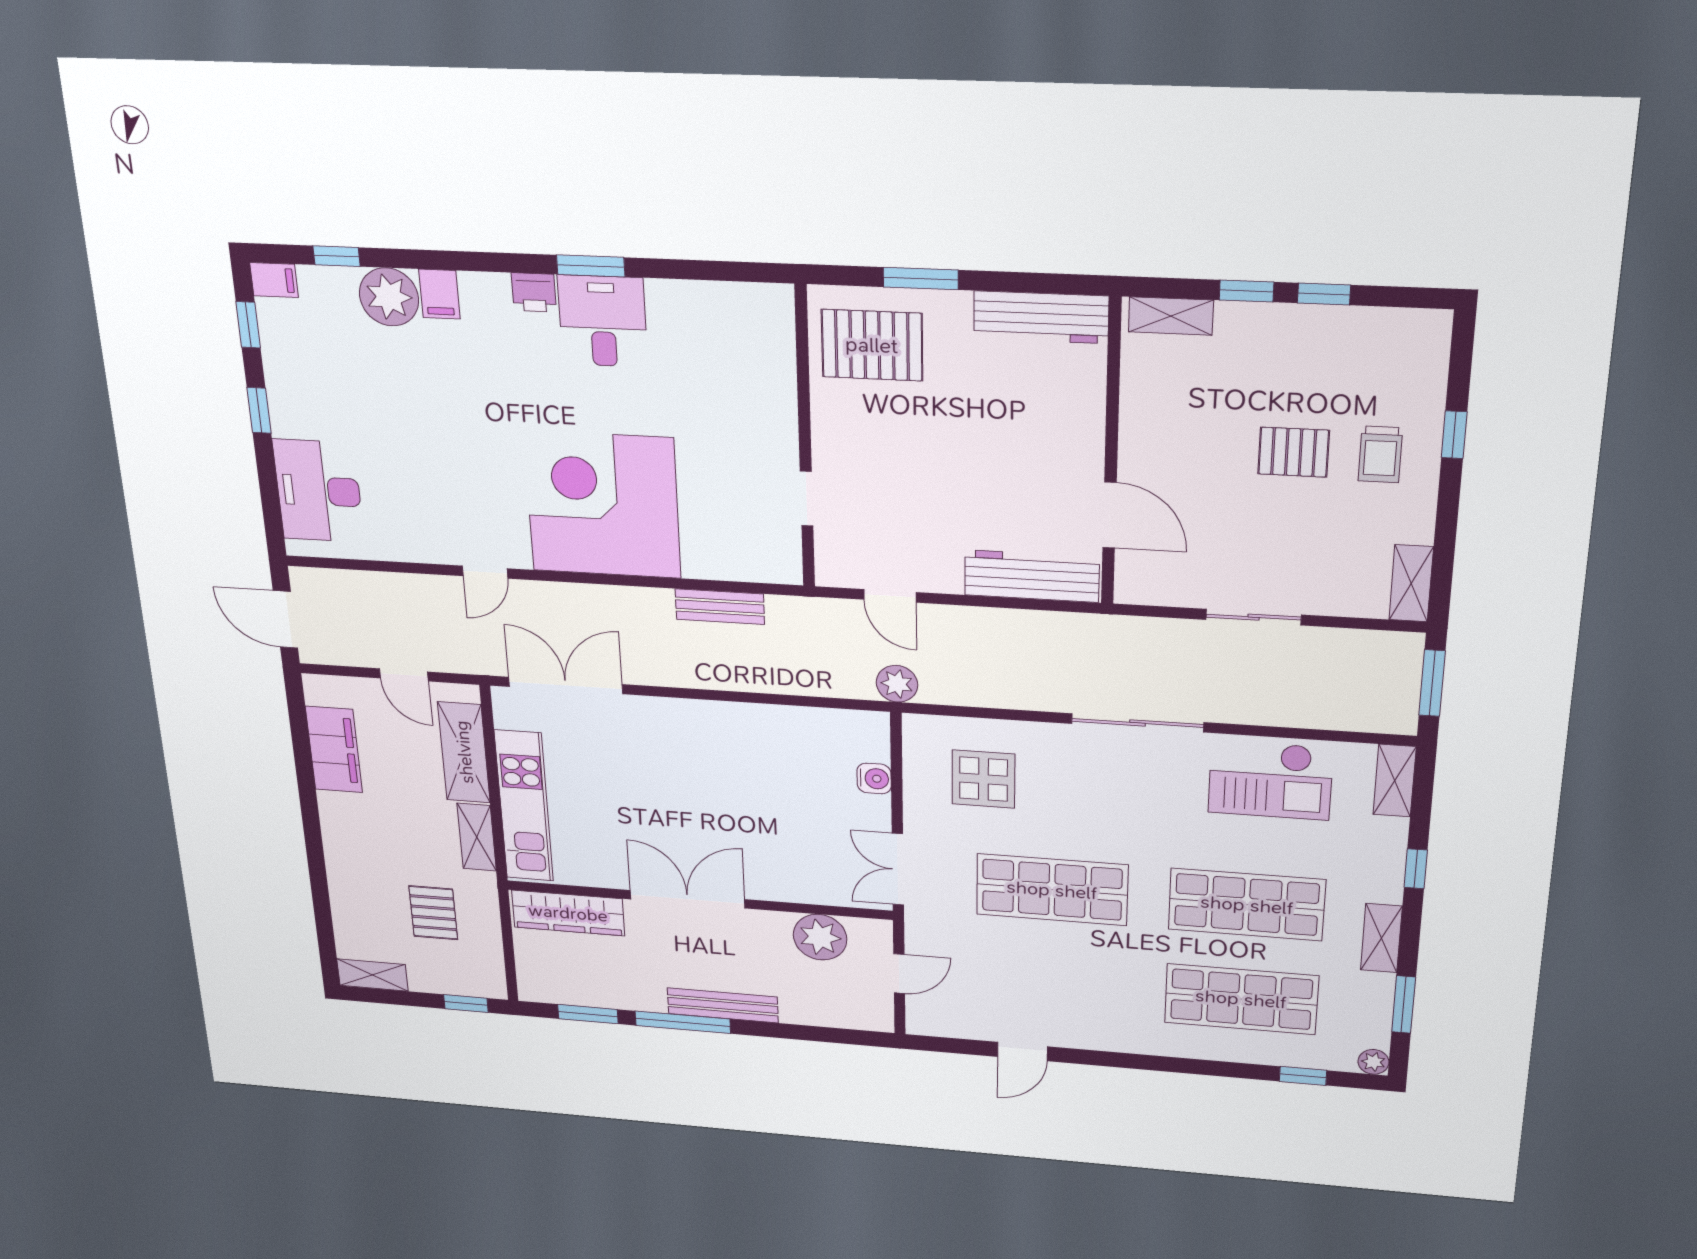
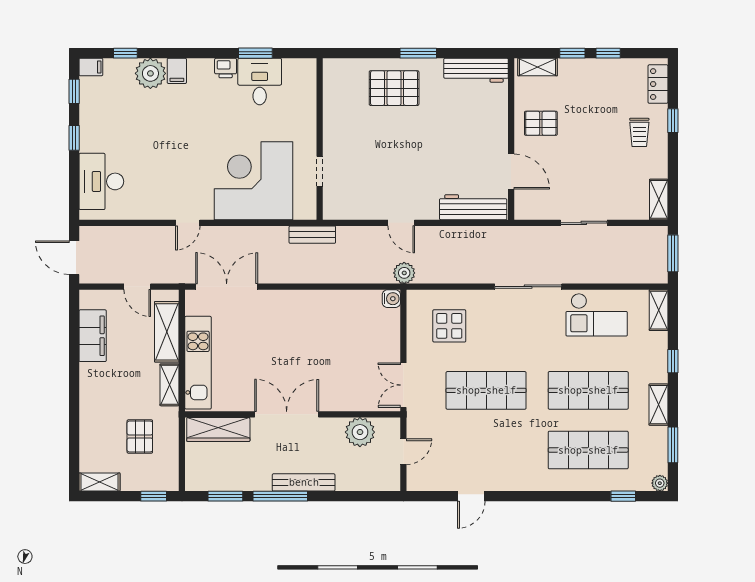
locker: (1428, 361) -> (658, 84), added
wall: (805, 439) -> (320, 139), moved
pallet: (1294, 452) -> (541, 123), moved
doorway: (807, 499) -> (320, 171), moved
water cooler: (874, 779) -> (391, 299), moved

